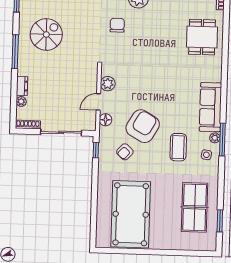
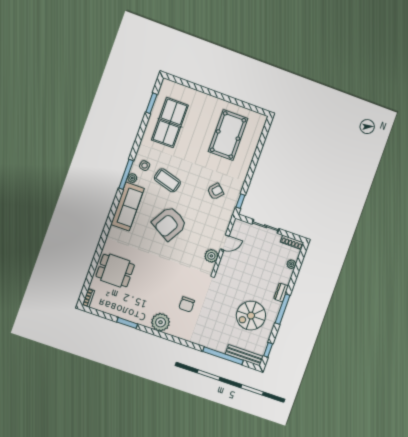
dining table: (202, 37) -> (115, 271), turned 90
dresser: (22, 86) -> (281, 292), moved
floor lamp: (105, 120) -> (223, 225), removed
armchair: (143, 126) -> (169, 223), moved
sliding door: (61, 132) -> (266, 226), width x0.73
coffee table: (178, 147) -> (167, 180), turned -74
pool table: (131, 214) -> (228, 135), width x0.73, depth x0.76

